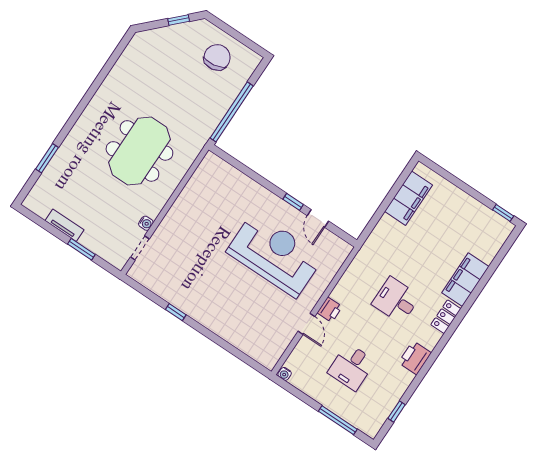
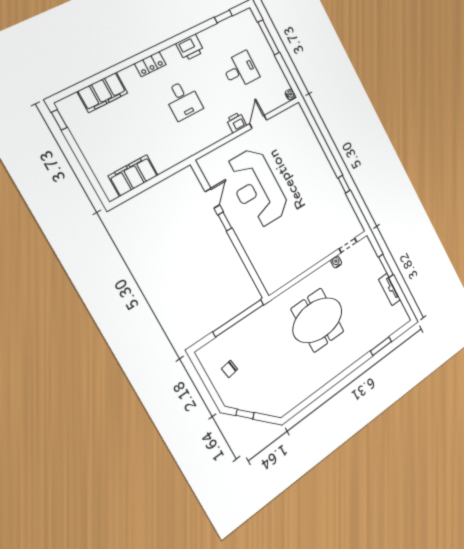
chair: (217, 57) -> (230, 369), width x0.54, depth x0.54
filing cabinet: (465, 280) -> (102, 92), moved

